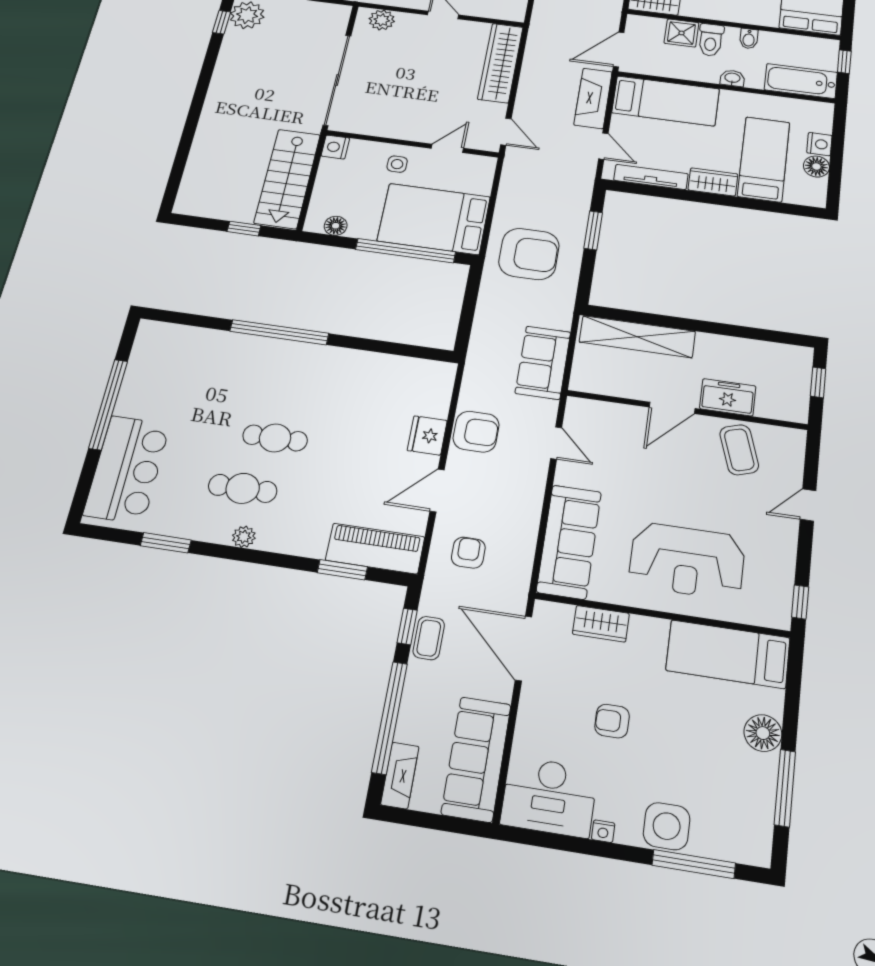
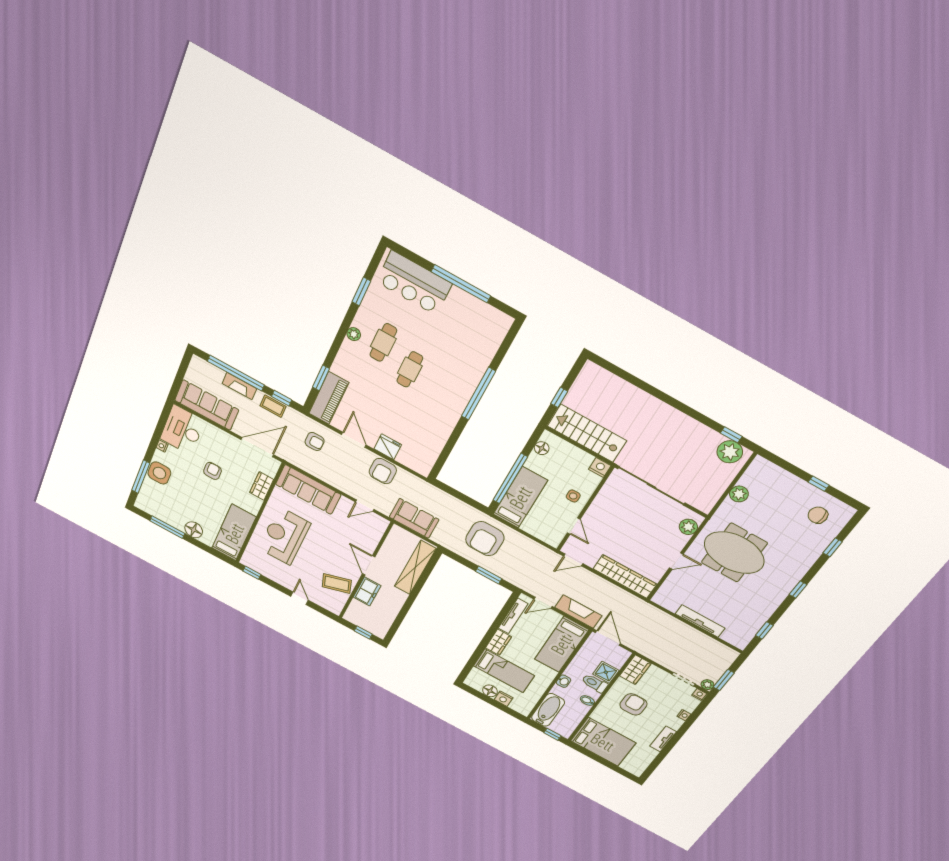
bed: (434, 219) -> (520, 497), width x0.67
fireplace: (400, 775) -> (240, 386), moved

